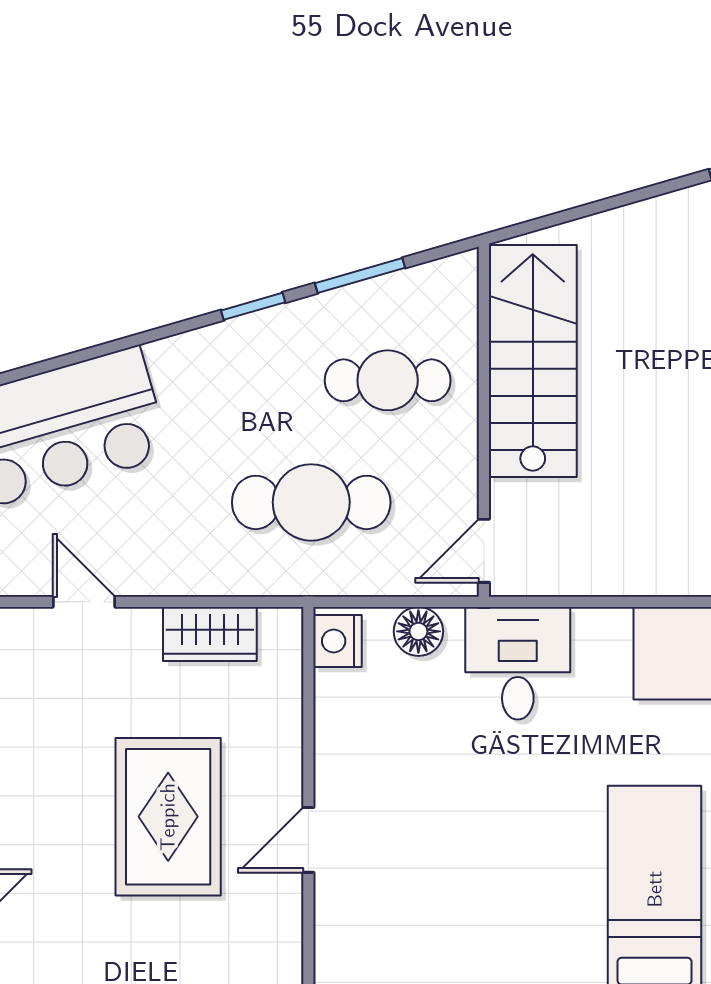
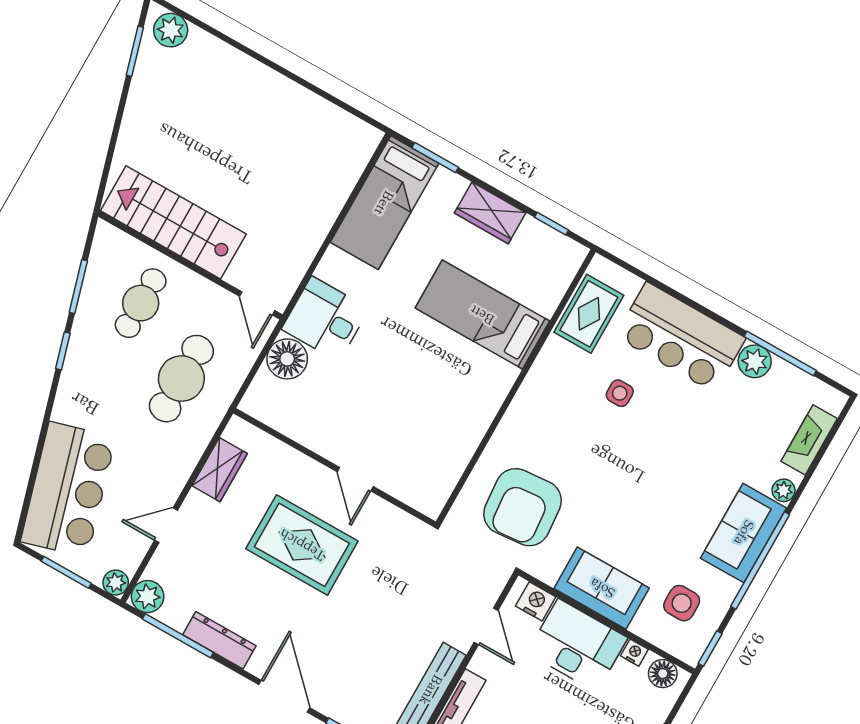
floor lamp: (418, 631) -> (287, 359), width x1.38, depth x1.38
nightstand: (337, 641) -> (261, 406), removed

